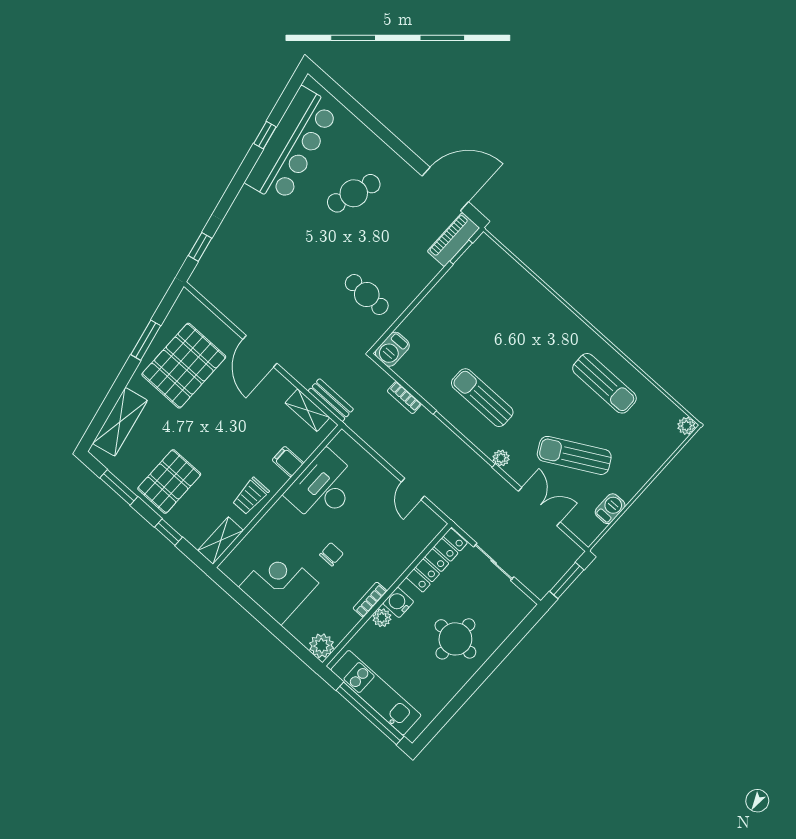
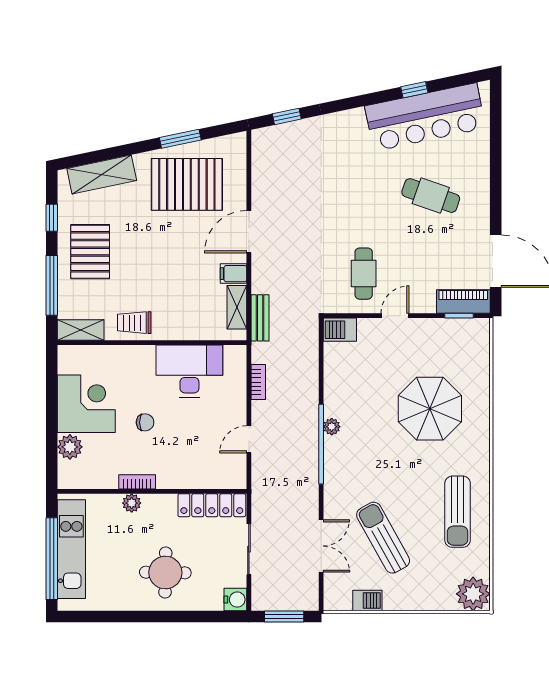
door: (419, 299) -> (395, 316), added
parasol: (510, 335) -> (430, 409), added
bookcase: (404, 398) -> (258, 382), moved, turned 180
sun lounger: (482, 398) -> (364, 430), removed
plant: (686, 426) -> (473, 594), width x1.88, depth x1.88
plant: (501, 458) -> (332, 427), moved
filing cabinet: (288, 462) -> (234, 274), moved, turned -90
pallet: (169, 481) -> (90, 252), turned 90
window: (119, 487) -> (52, 218), width x0.67
window: (169, 532) -> (52, 285), width x2.17
water cooler: (398, 602) -> (235, 600), moved, turned 90
plant: (322, 646) -> (70, 447), moved

